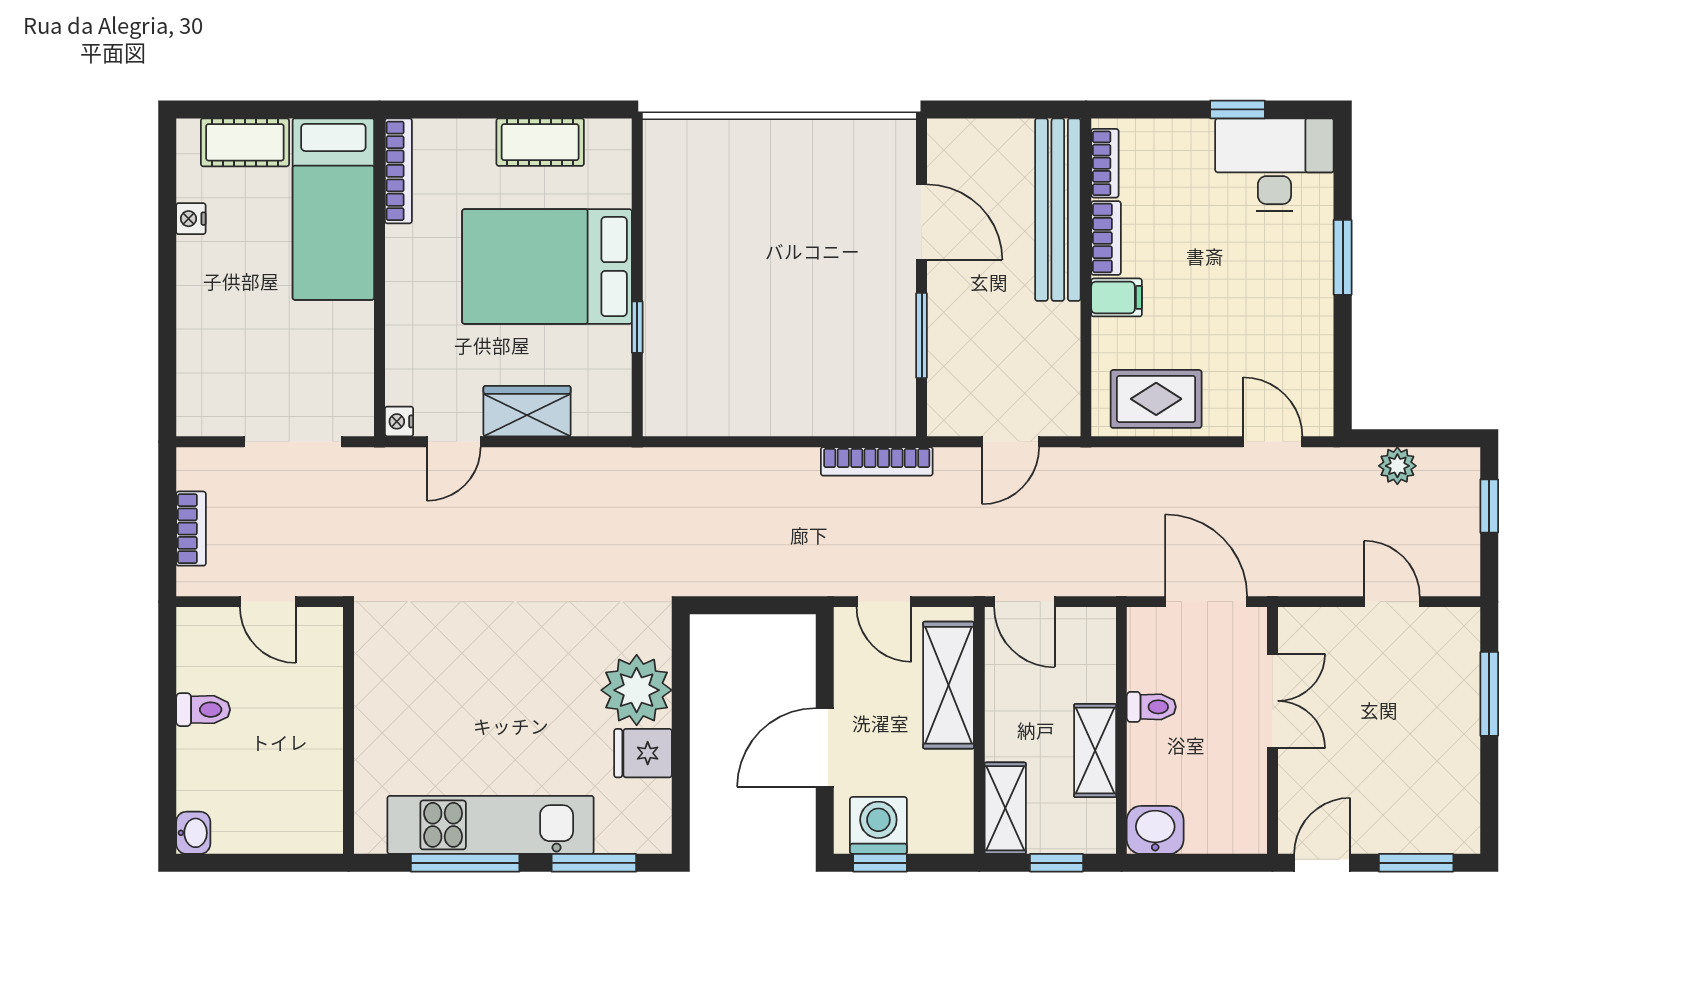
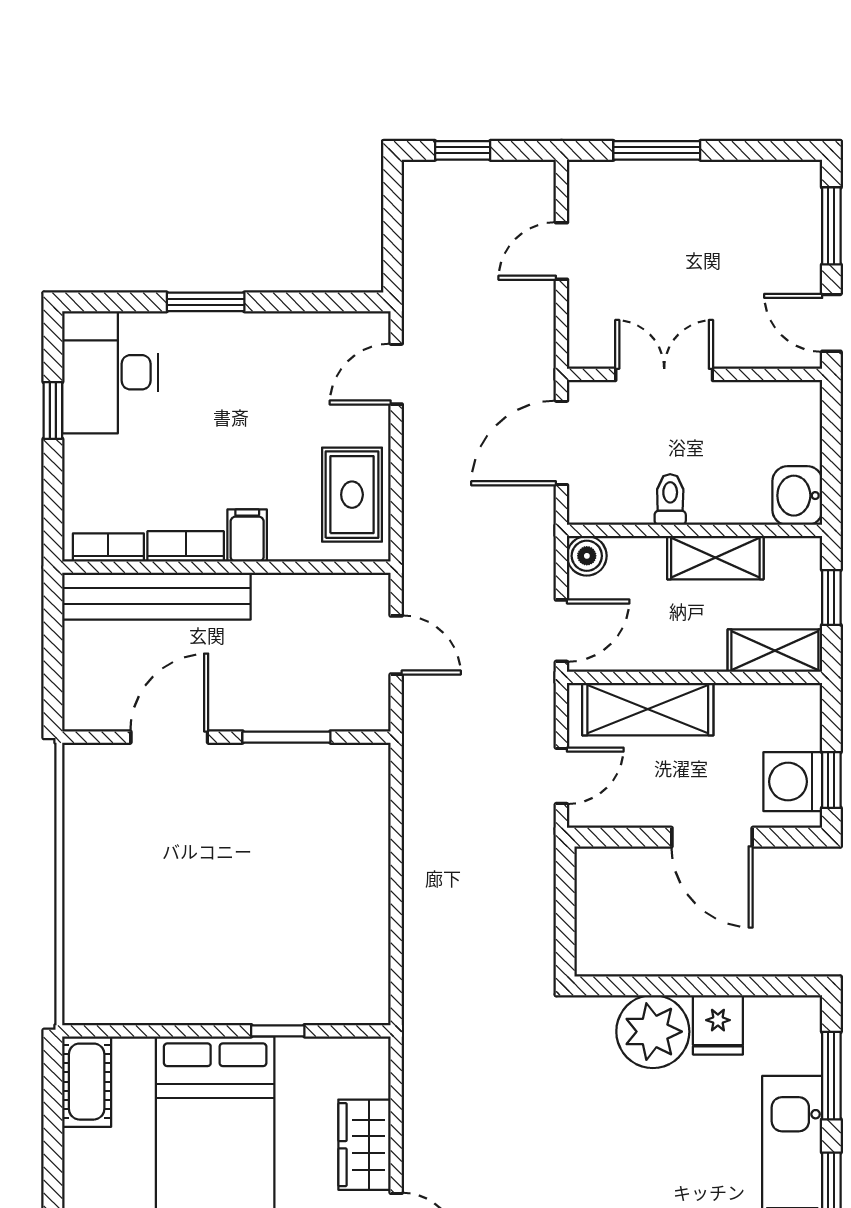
cot: (540, 142) -> (87, 1082), moved
bookcase: (877, 461) -> (417, 783), removed
plant: (1397, 466) -> (421, 245), removed
boiler: (1097, 626) -> (587, 556), added

